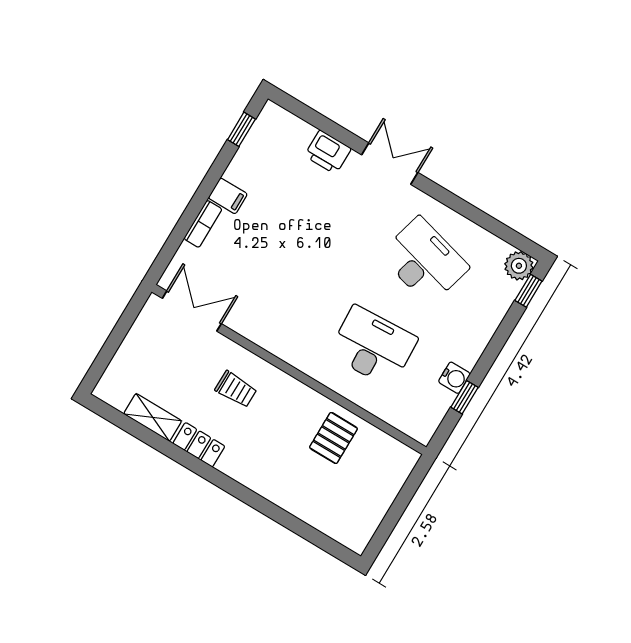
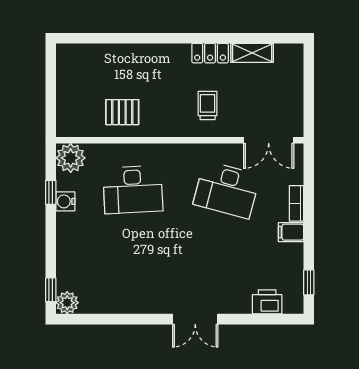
printer: (328, 152) -> (267, 302), moved
desk: (424, 261) -> (227, 190), moved
trolley: (236, 389) -> (208, 105), turned 90
plant: (420, 422) -> (71, 158), added
pallet: (333, 438) -> (122, 112), turned 90

